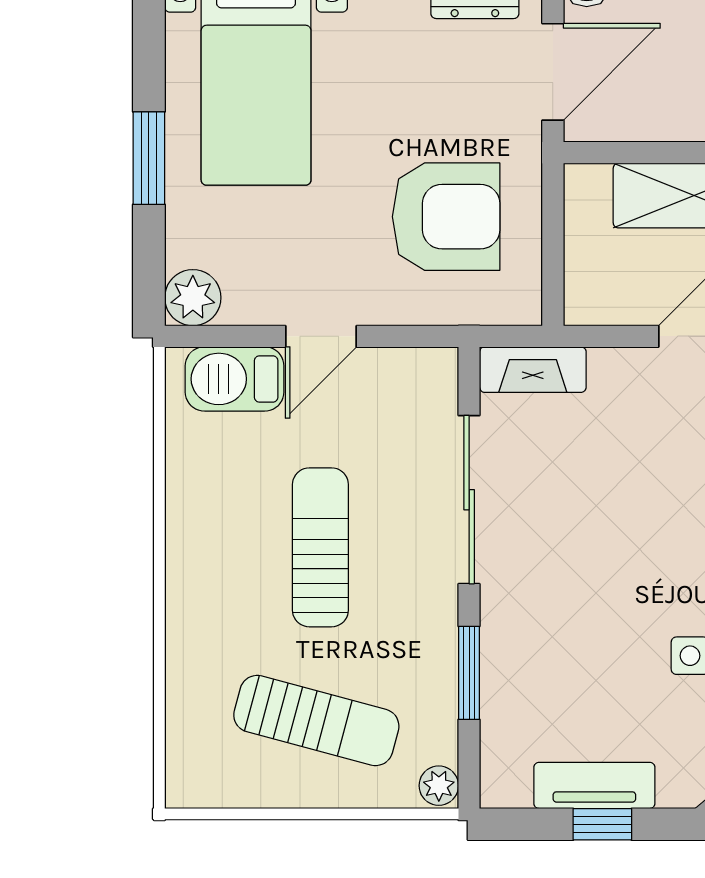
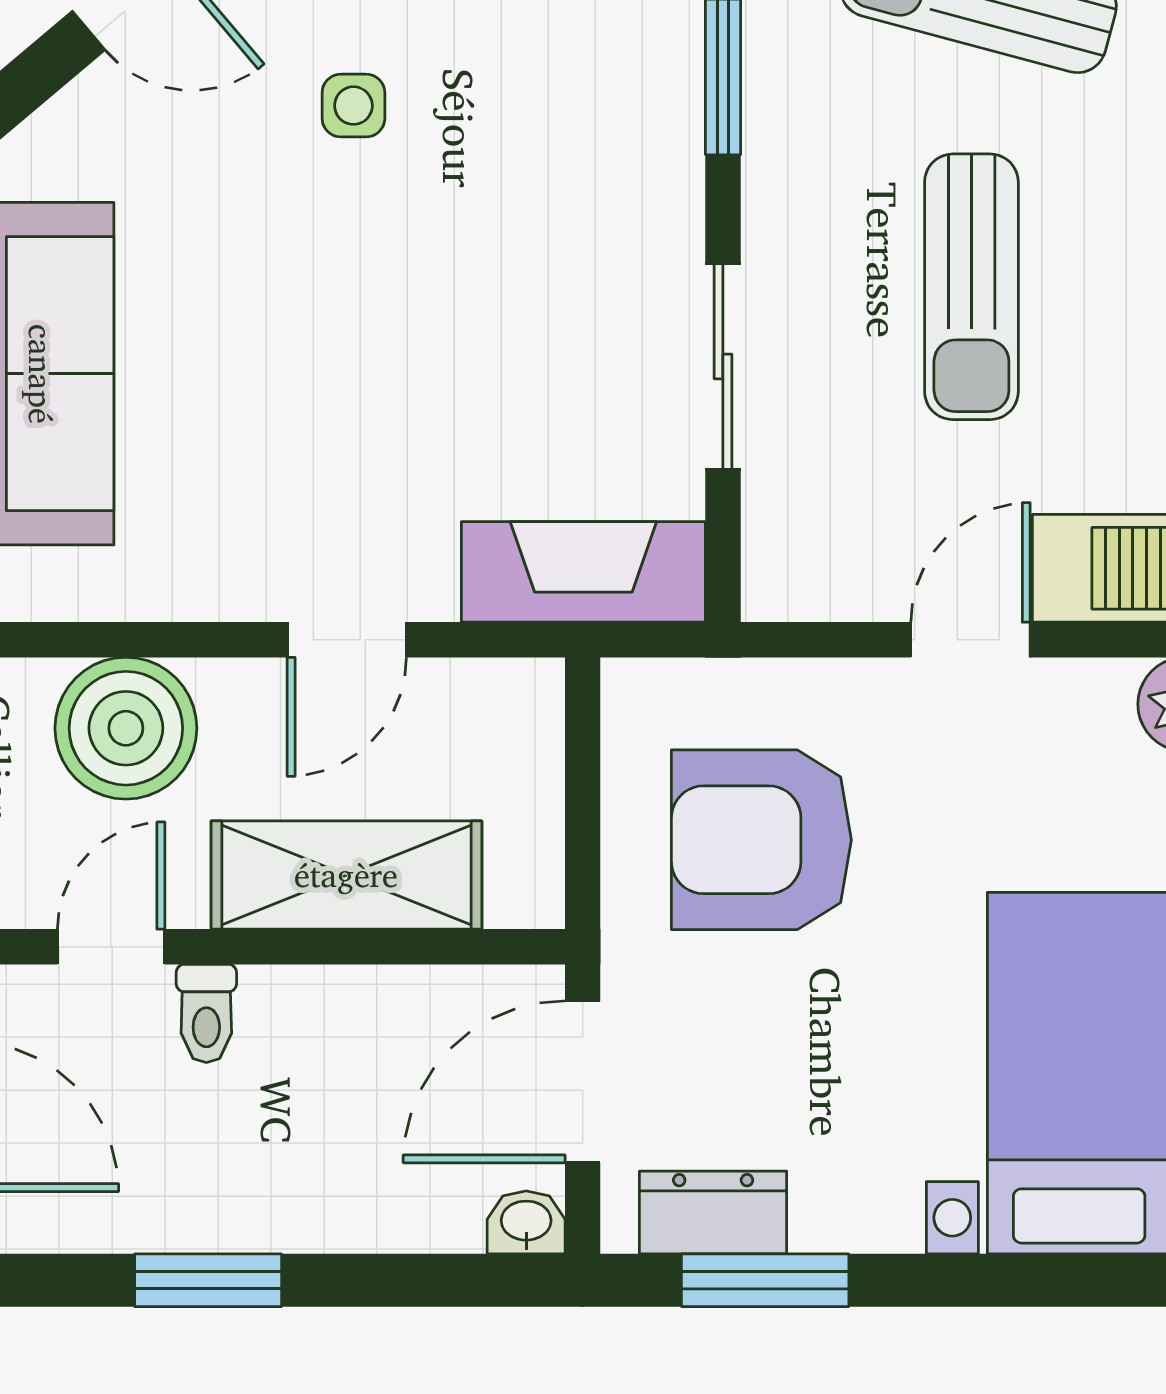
fireplace: (533, 370) -> (583, 572), width x1.37, depth x1.32
sliding door: (469, 500) -> (723, 366), width x0.73

